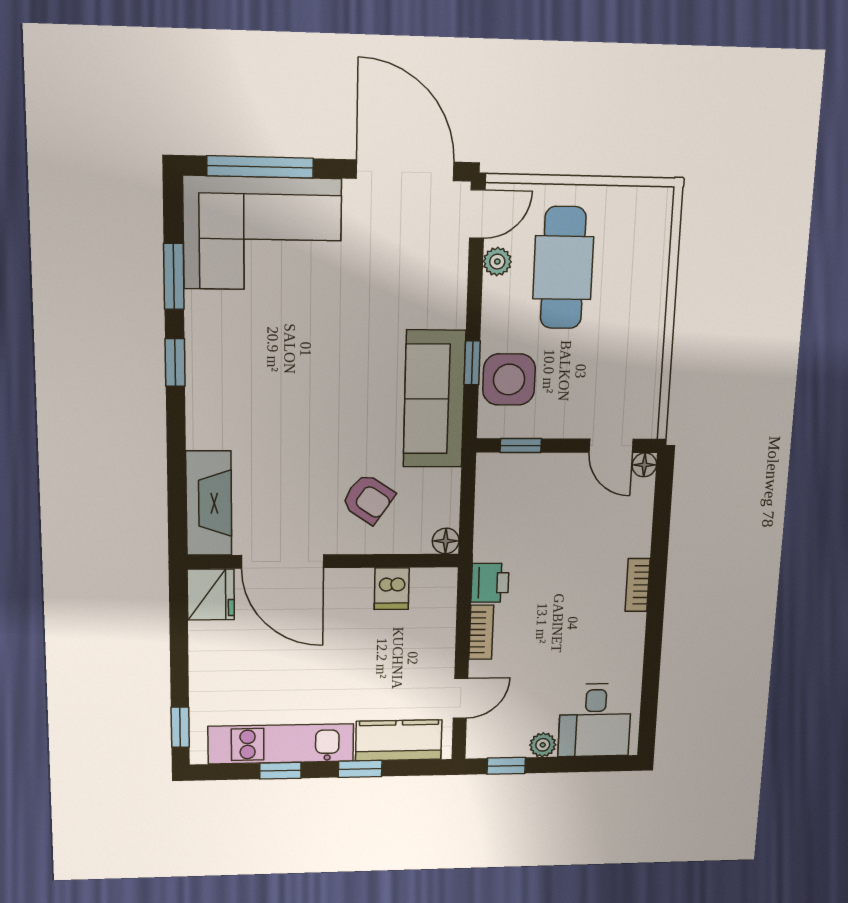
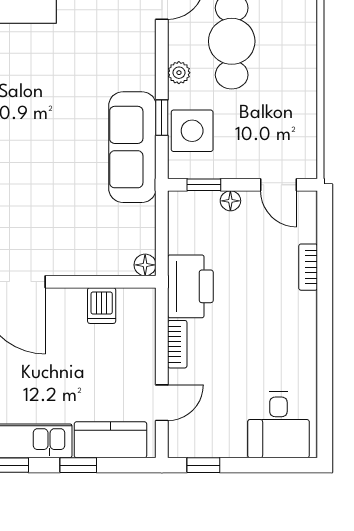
plant: (497, 262) -> (179, 73), moved
floor lamp: (644, 465) -> (230, 201), moved
armchair: (368, 499) -> (81, 229), removed
printer: (490, 583) -> (190, 286), width x1.87, depth x1.48
bookcase: (638, 585) -> (308, 267), moved
plant: (543, 745) -> (234, 447), removed

